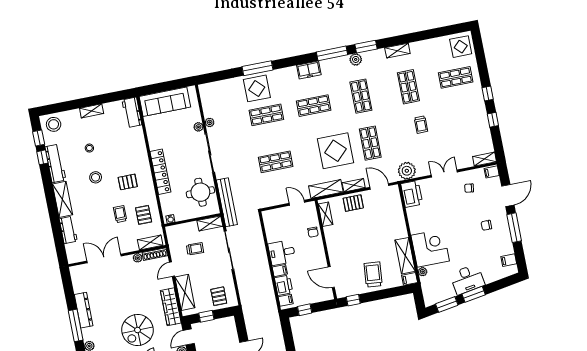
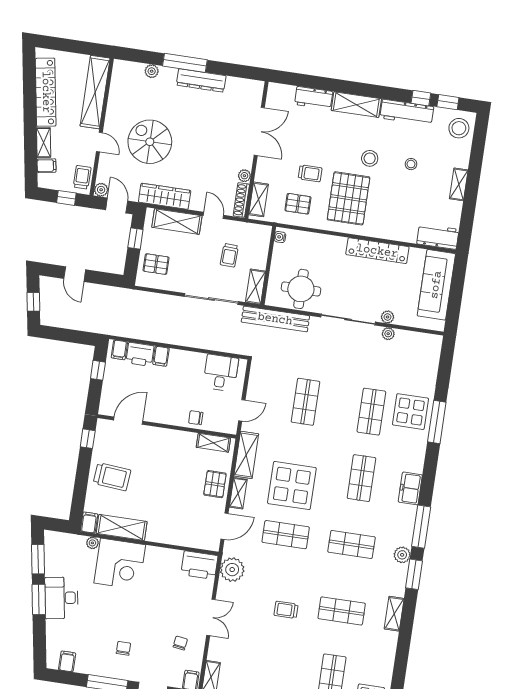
locker: (160, 172) -> (377, 251), moved
pallet: (128, 182) -> (349, 198), width x2.05, depth x2.00
desk: (282, 253) -> (221, 373), moved

